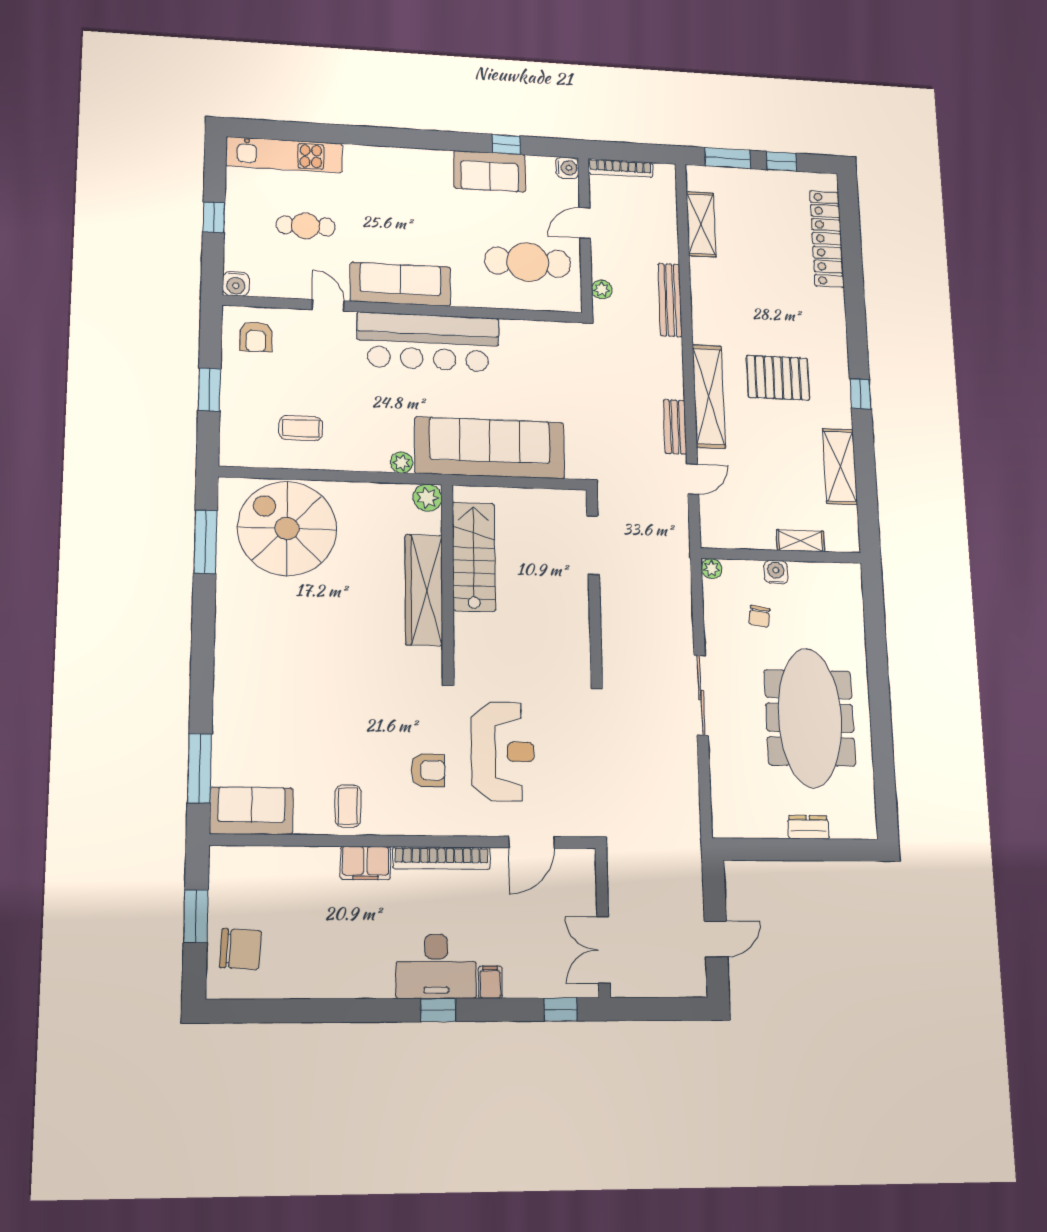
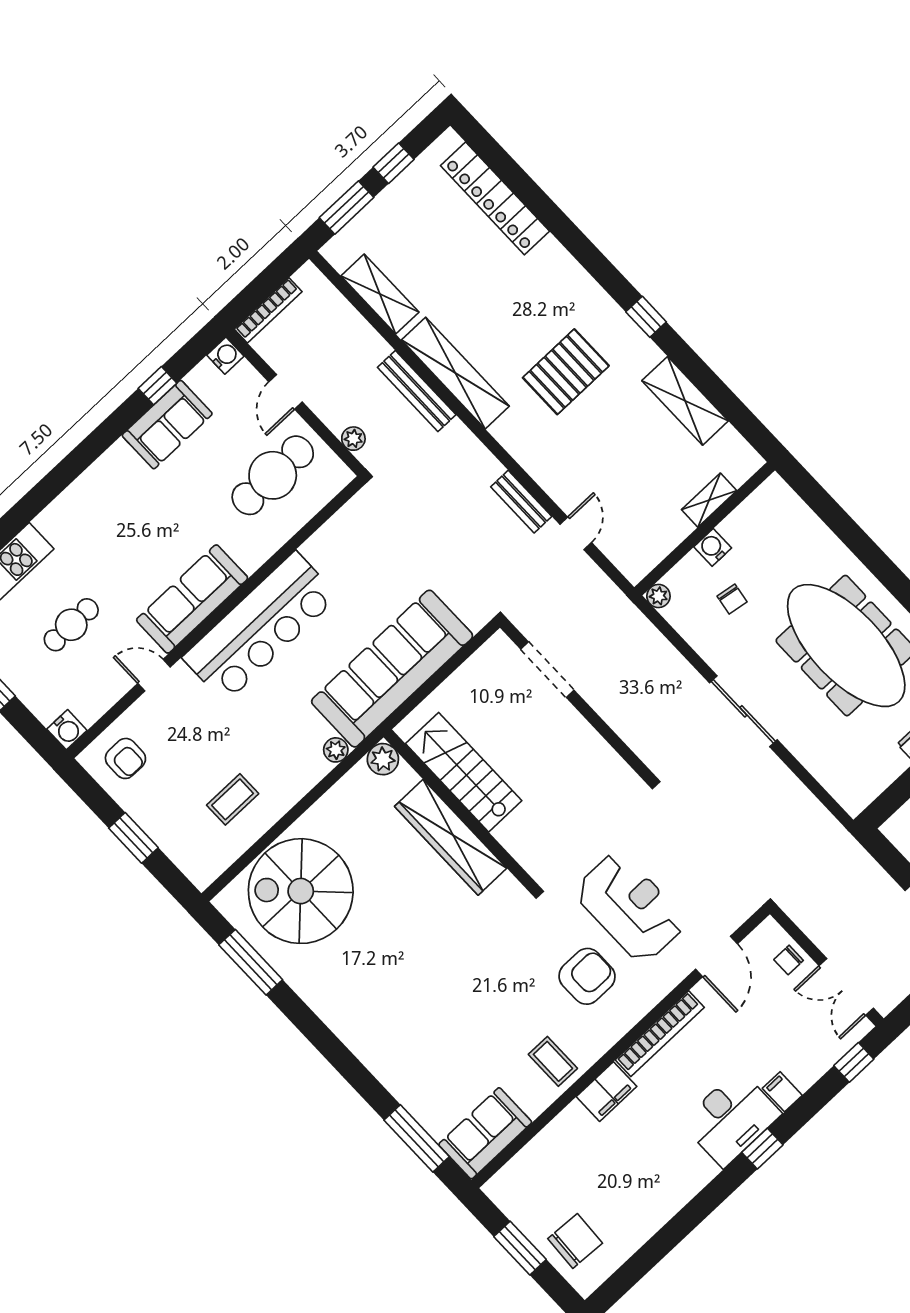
shelving: (709, 396) -> (455, 373), moved
armchair: (428, 770) -> (587, 976), width x1.38, depth x1.38
chair: (580, 892) -> (789, 960), added

